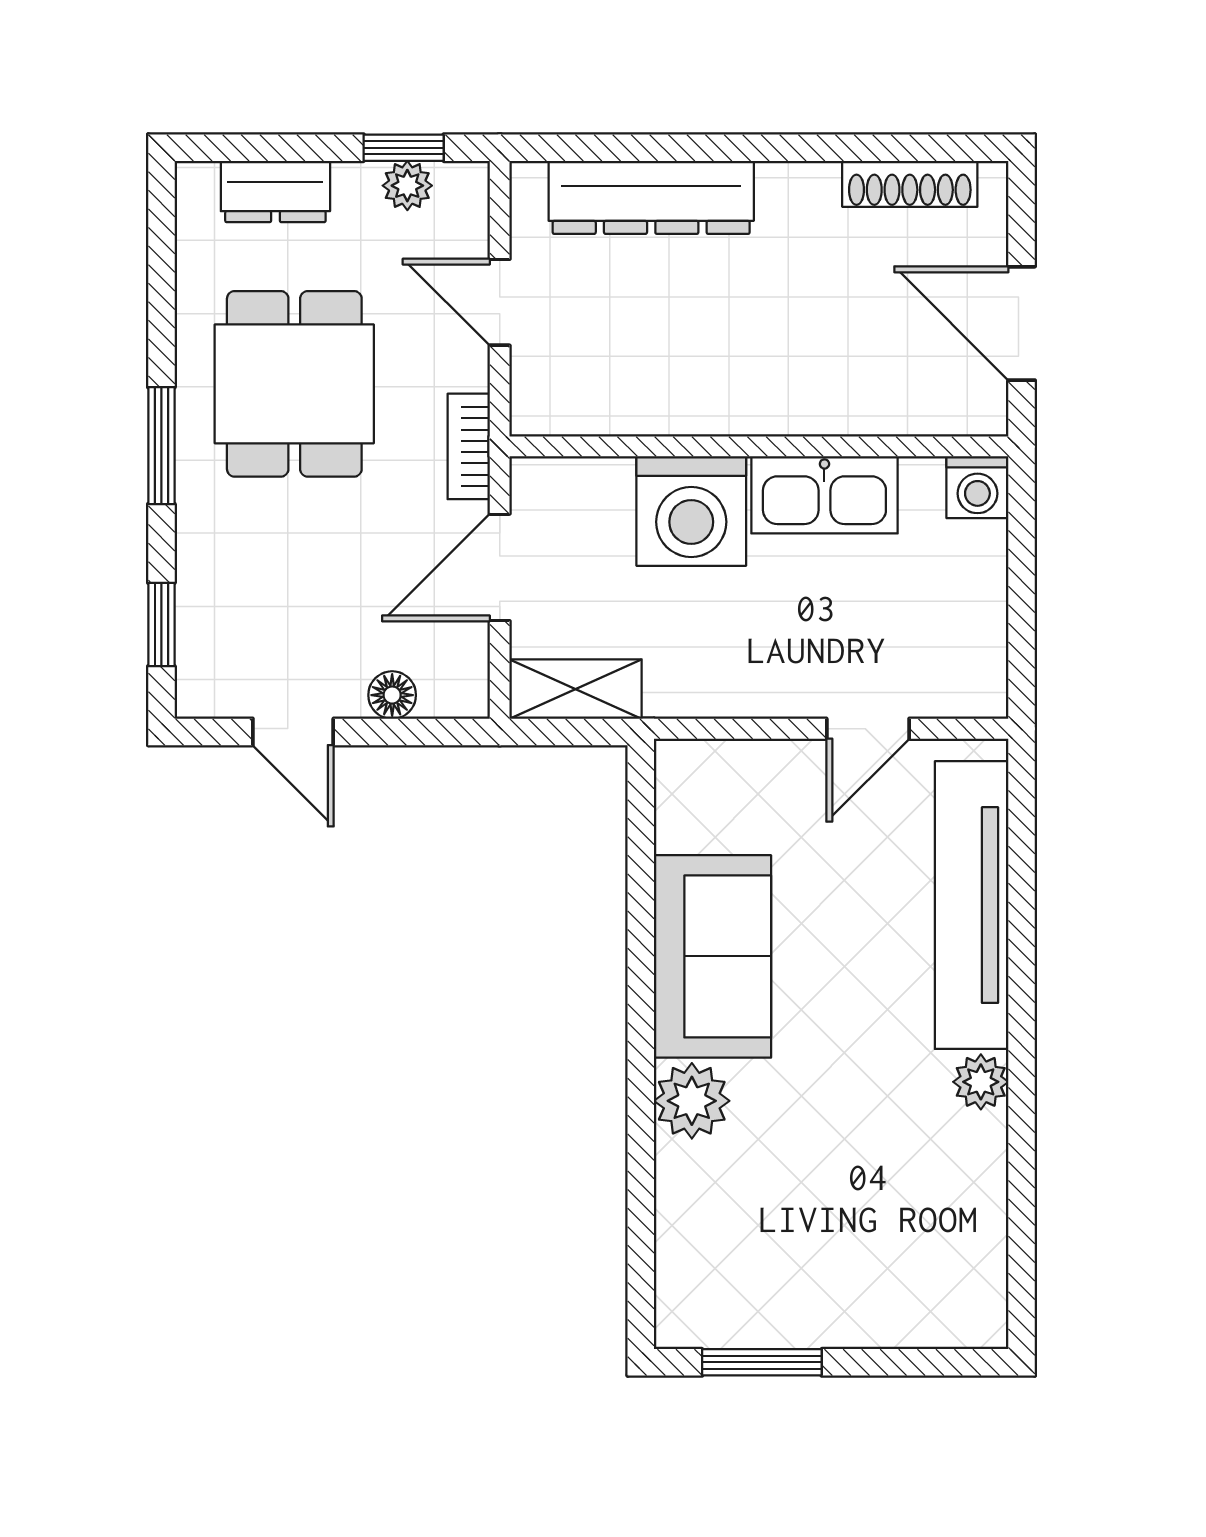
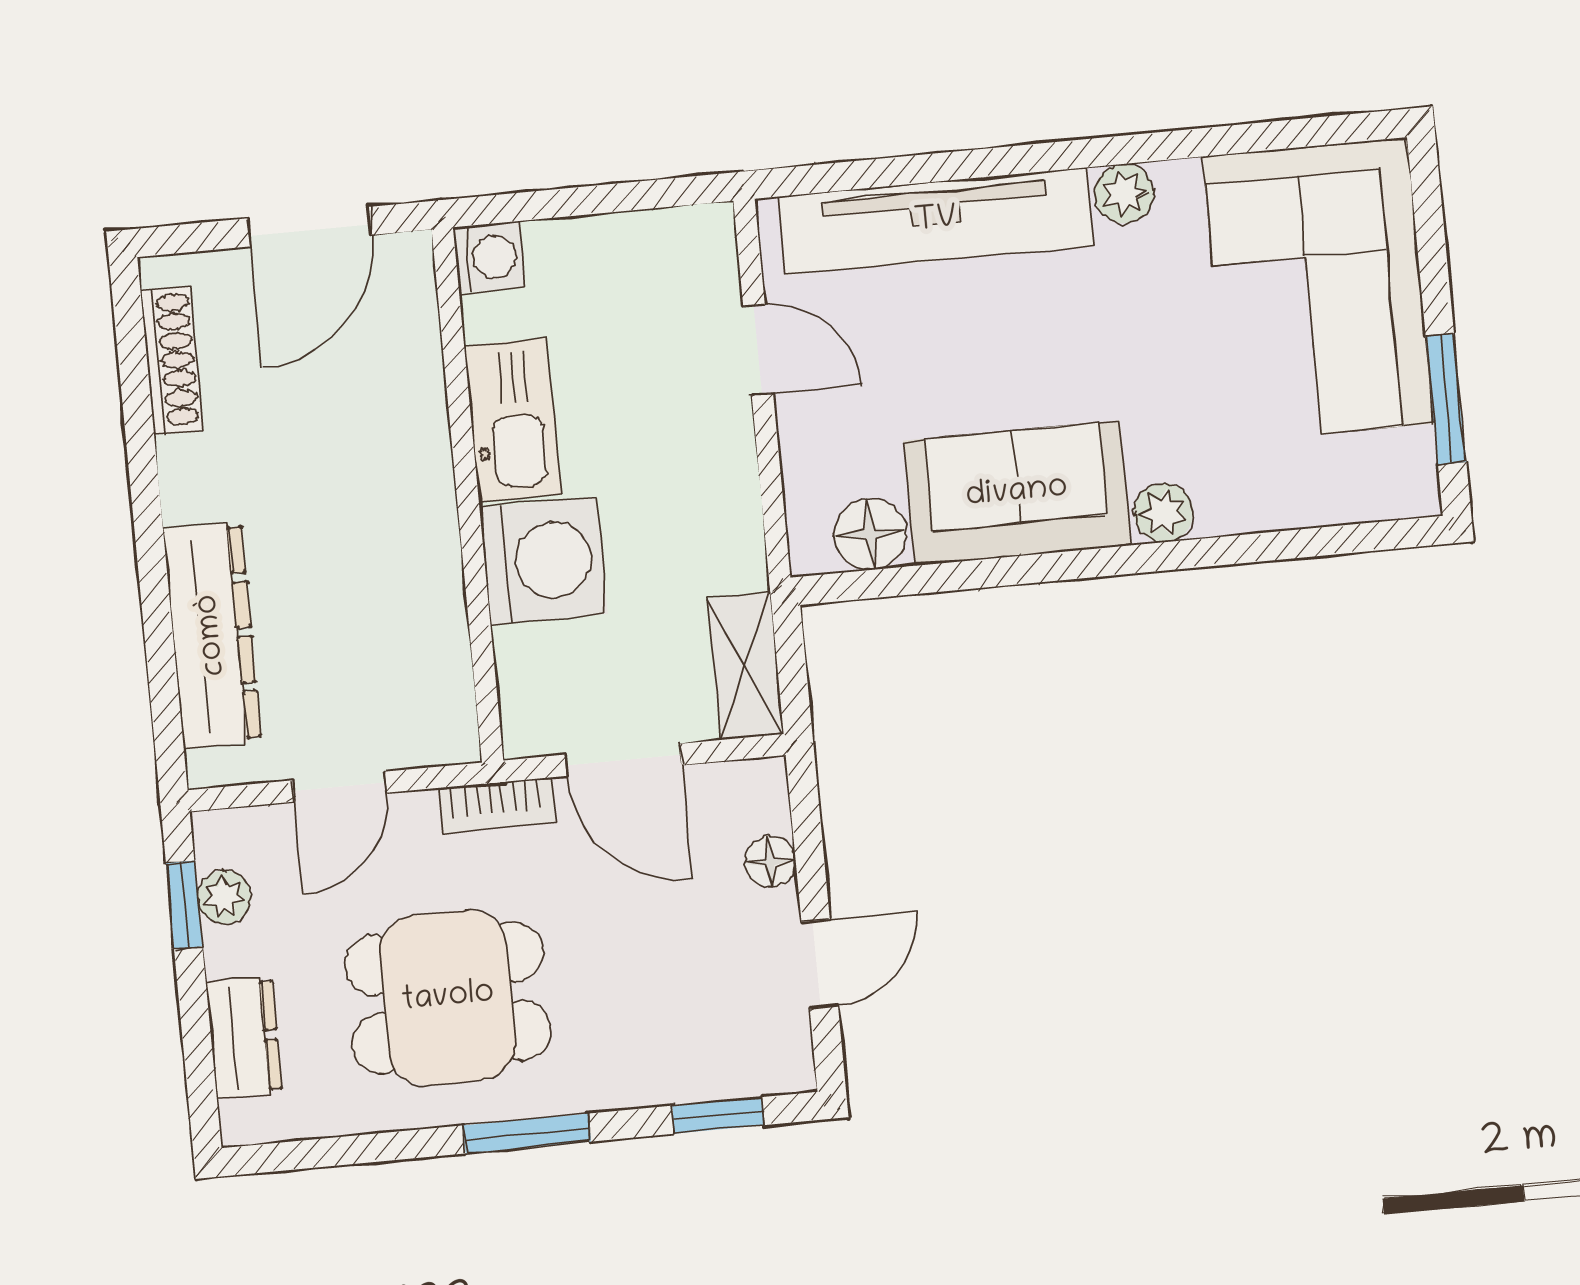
floor lamp: (687, 816) -> (870, 534), added
plant: (692, 1101) -> (1164, 513), width x0.73, depth x0.73
corner sofa: (874, 1253) -> (1318, 290), added

